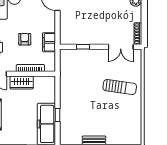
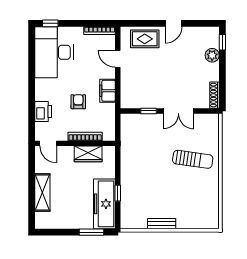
filing cabinet: (49, 42) -> (108, 91), moved
double door: (121, 47) -> (178, 111), moved
wardrobe: (22, 83) -> (88, 154), moved

